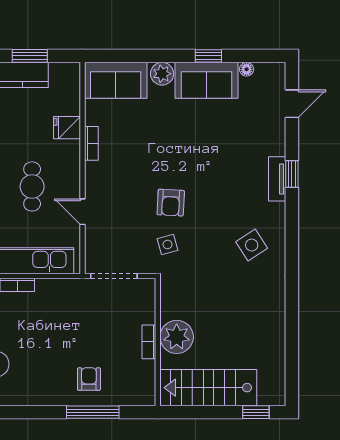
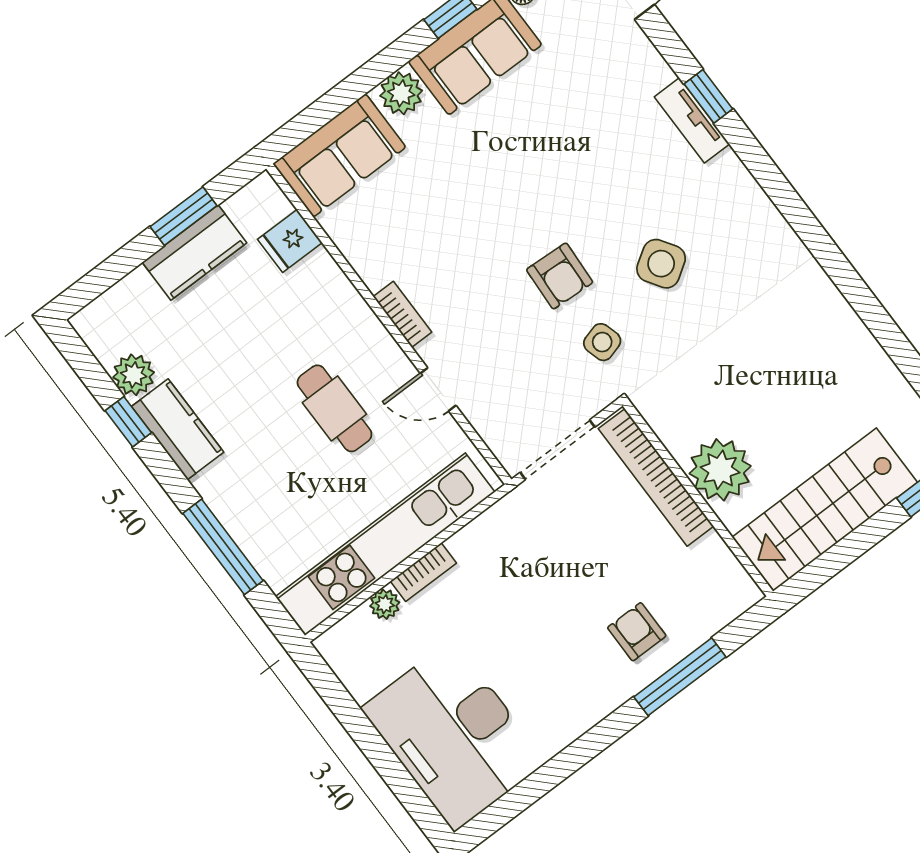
fridge: (67, 128) -> (290, 241), moved
bookcase: (91, 143) -> (402, 314), moved
side table: (252, 245) -> (661, 264), moved
bookcase: (149, 342) -> (656, 477), width x2.31, depth x1.31

